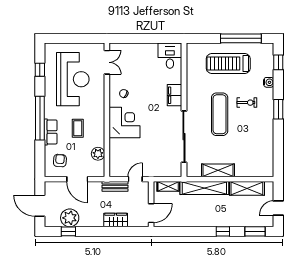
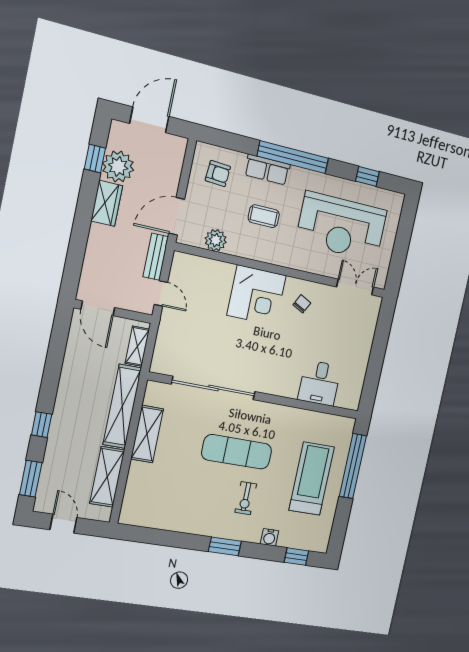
window: (241, 38) -> (353, 466), moved
desk: (170, 56) -> (320, 383), moved, turned 90
double door: (107, 62) -> (355, 287), swing flipped
filing cabinet: (175, 95) -> (282, 385), removed
door: (77, 179) -> (177, 216), moved
wardrobe: (116, 220) -> (107, 203), moved

